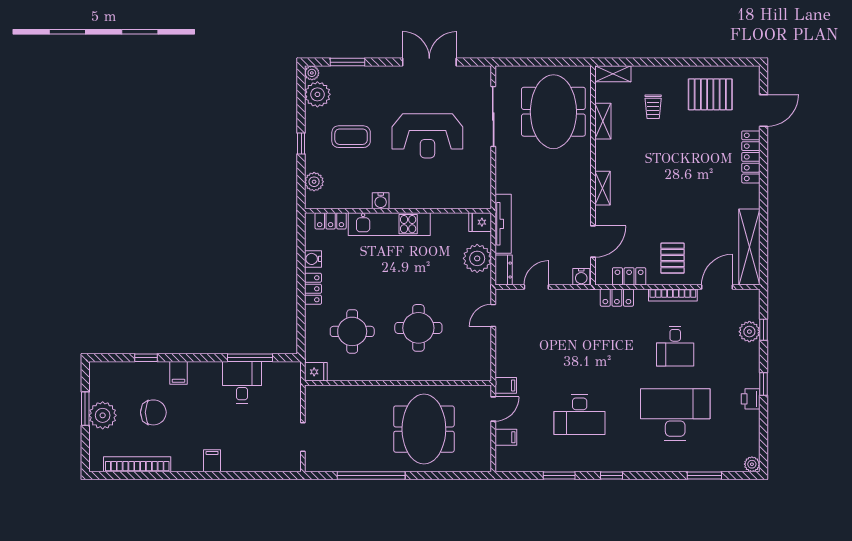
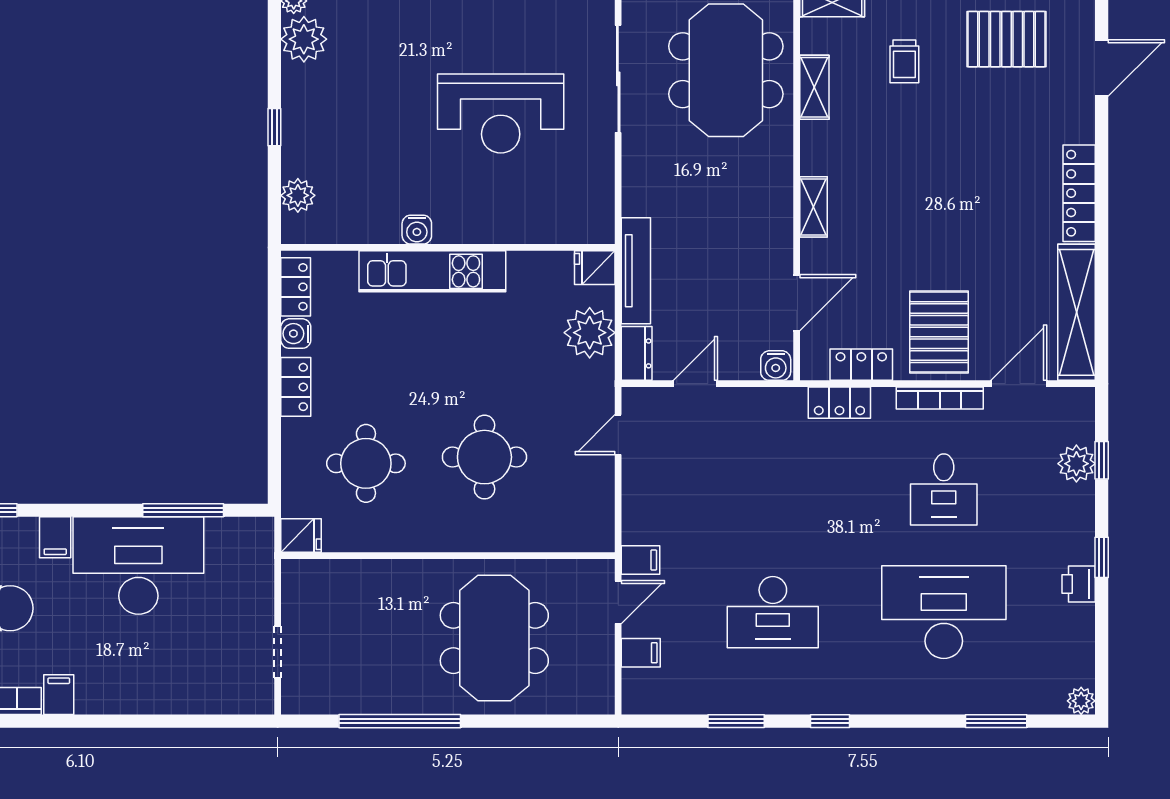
coffee table: (351, 137) -> (364, 115), removed
locker: (751, 157) -> (1079, 193), moved
locker: (331, 221) -> (296, 287), moved, turned -90
pallet: (673, 258) -> (939, 332), width x1.50, depth x1.42
desk: (242, 382) -> (138, 566), width x1.87, depth x1.30
filing cabinet: (212, 461) -> (59, 695), moved

